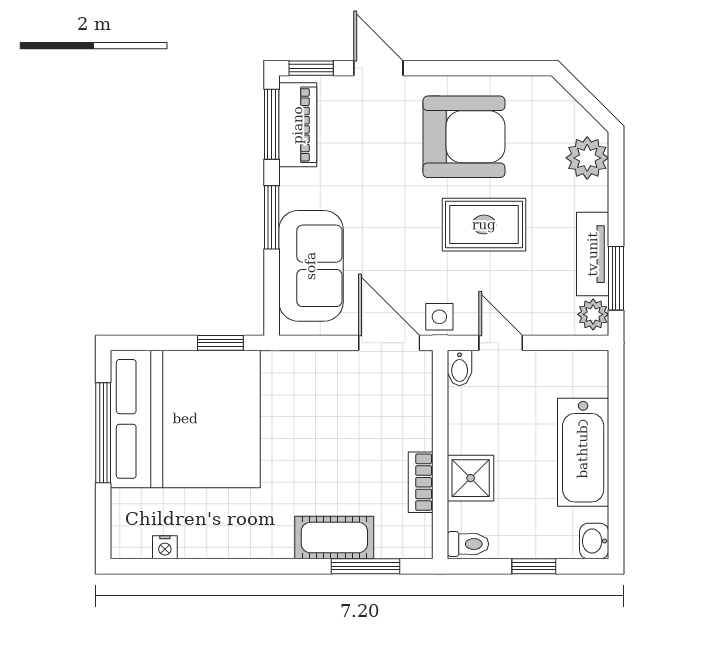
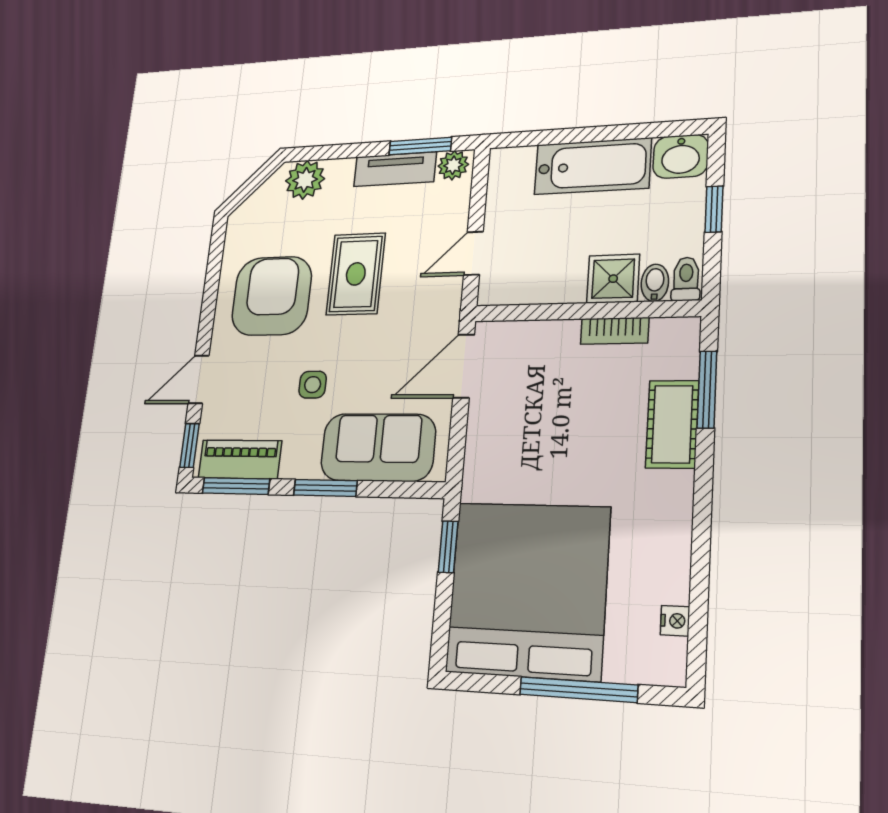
side table: (439, 317) -> (313, 385), moved
bidet: (460, 368) -> (655, 283), moved, turned -90
window: (103, 433) -> (578, 690), moved
washbasin: (594, 541) -> (681, 156), width x1.38, depth x1.45

